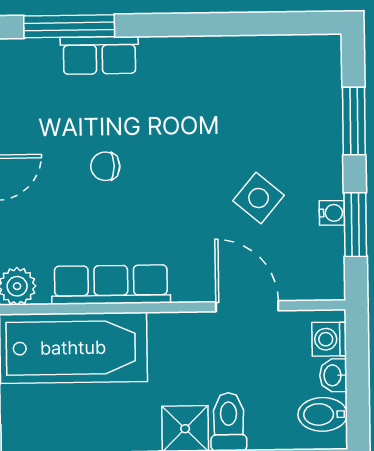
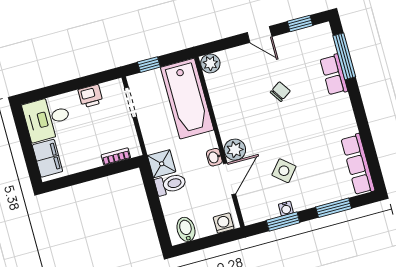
chair: (105, 166) -> (280, 92), turned 56
plant: (194, 282) -> (235, 150), added
row of seats: (111, 285) -> (358, 164), moved, turned 180
washbasin: (333, 375) -> (214, 157), moved, turned -90

